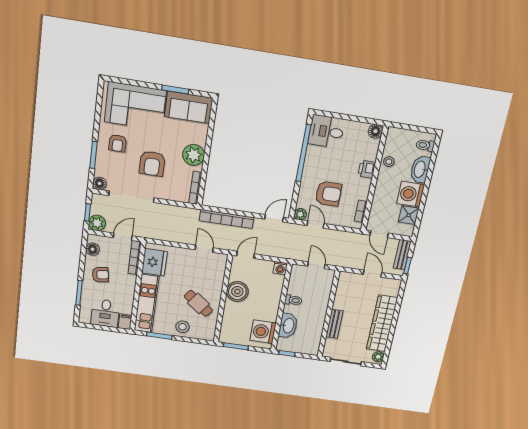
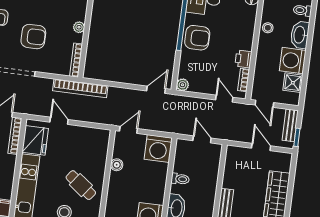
plant: (194, 155) -> (79, 27), width x0.53, depth x0.53
armchair: (152, 164) -> (33, 37), turned -90
printer: (367, 169) -> (243, 59), moved
armchair: (328, 194) -> (197, 38), moved
bookcase: (226, 219) -> (80, 88), moved
door: (316, 225) -> (224, 99), moved
door: (204, 249) -> (59, 121), moved
washing machine: (280, 268) -> (158, 149), width x1.89, depth x1.89
boiler: (237, 291) -> (117, 165), width x0.54, depth x0.54

